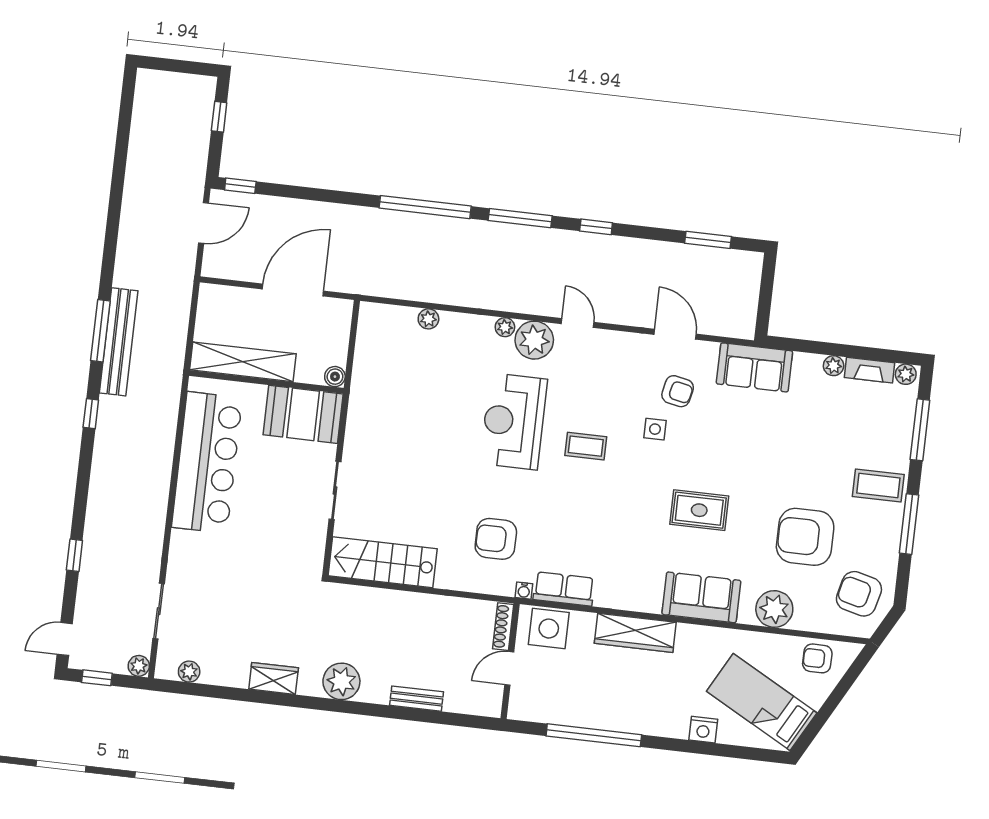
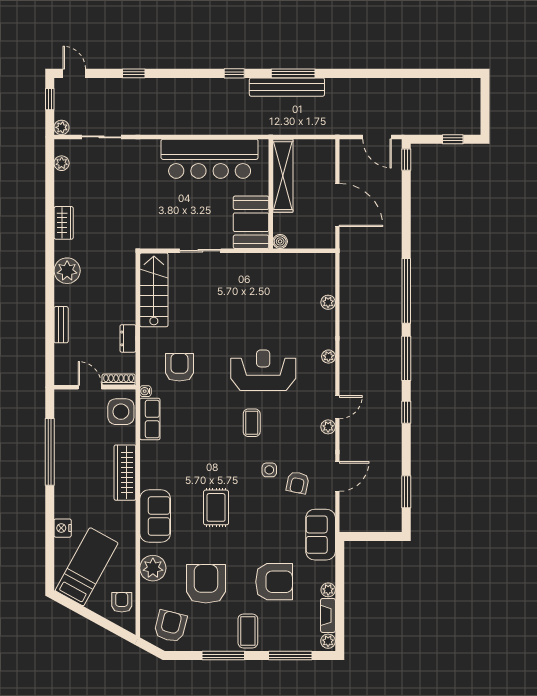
plant: (534, 340) -> (328, 427), moved, width x0.53, depth x0.53
armchair: (813, 441) -> (274, 582), added
dresser: (447, 607) -> (128, 338), added

